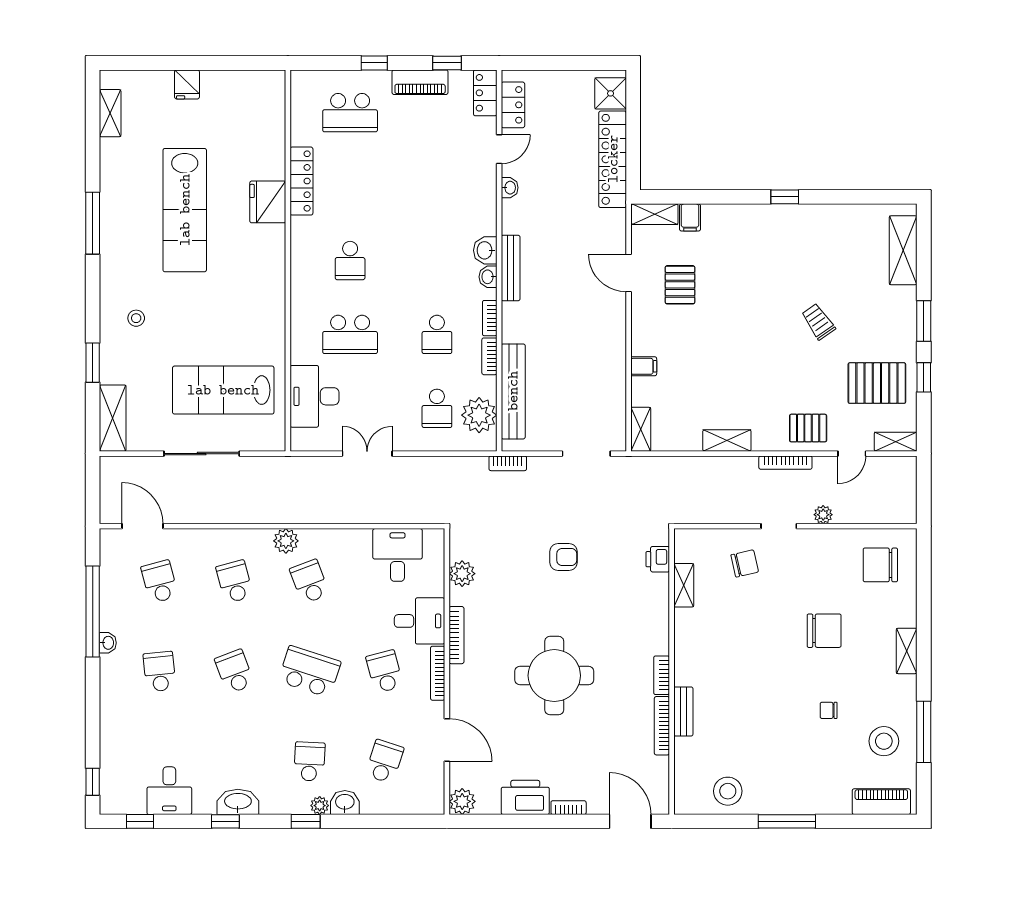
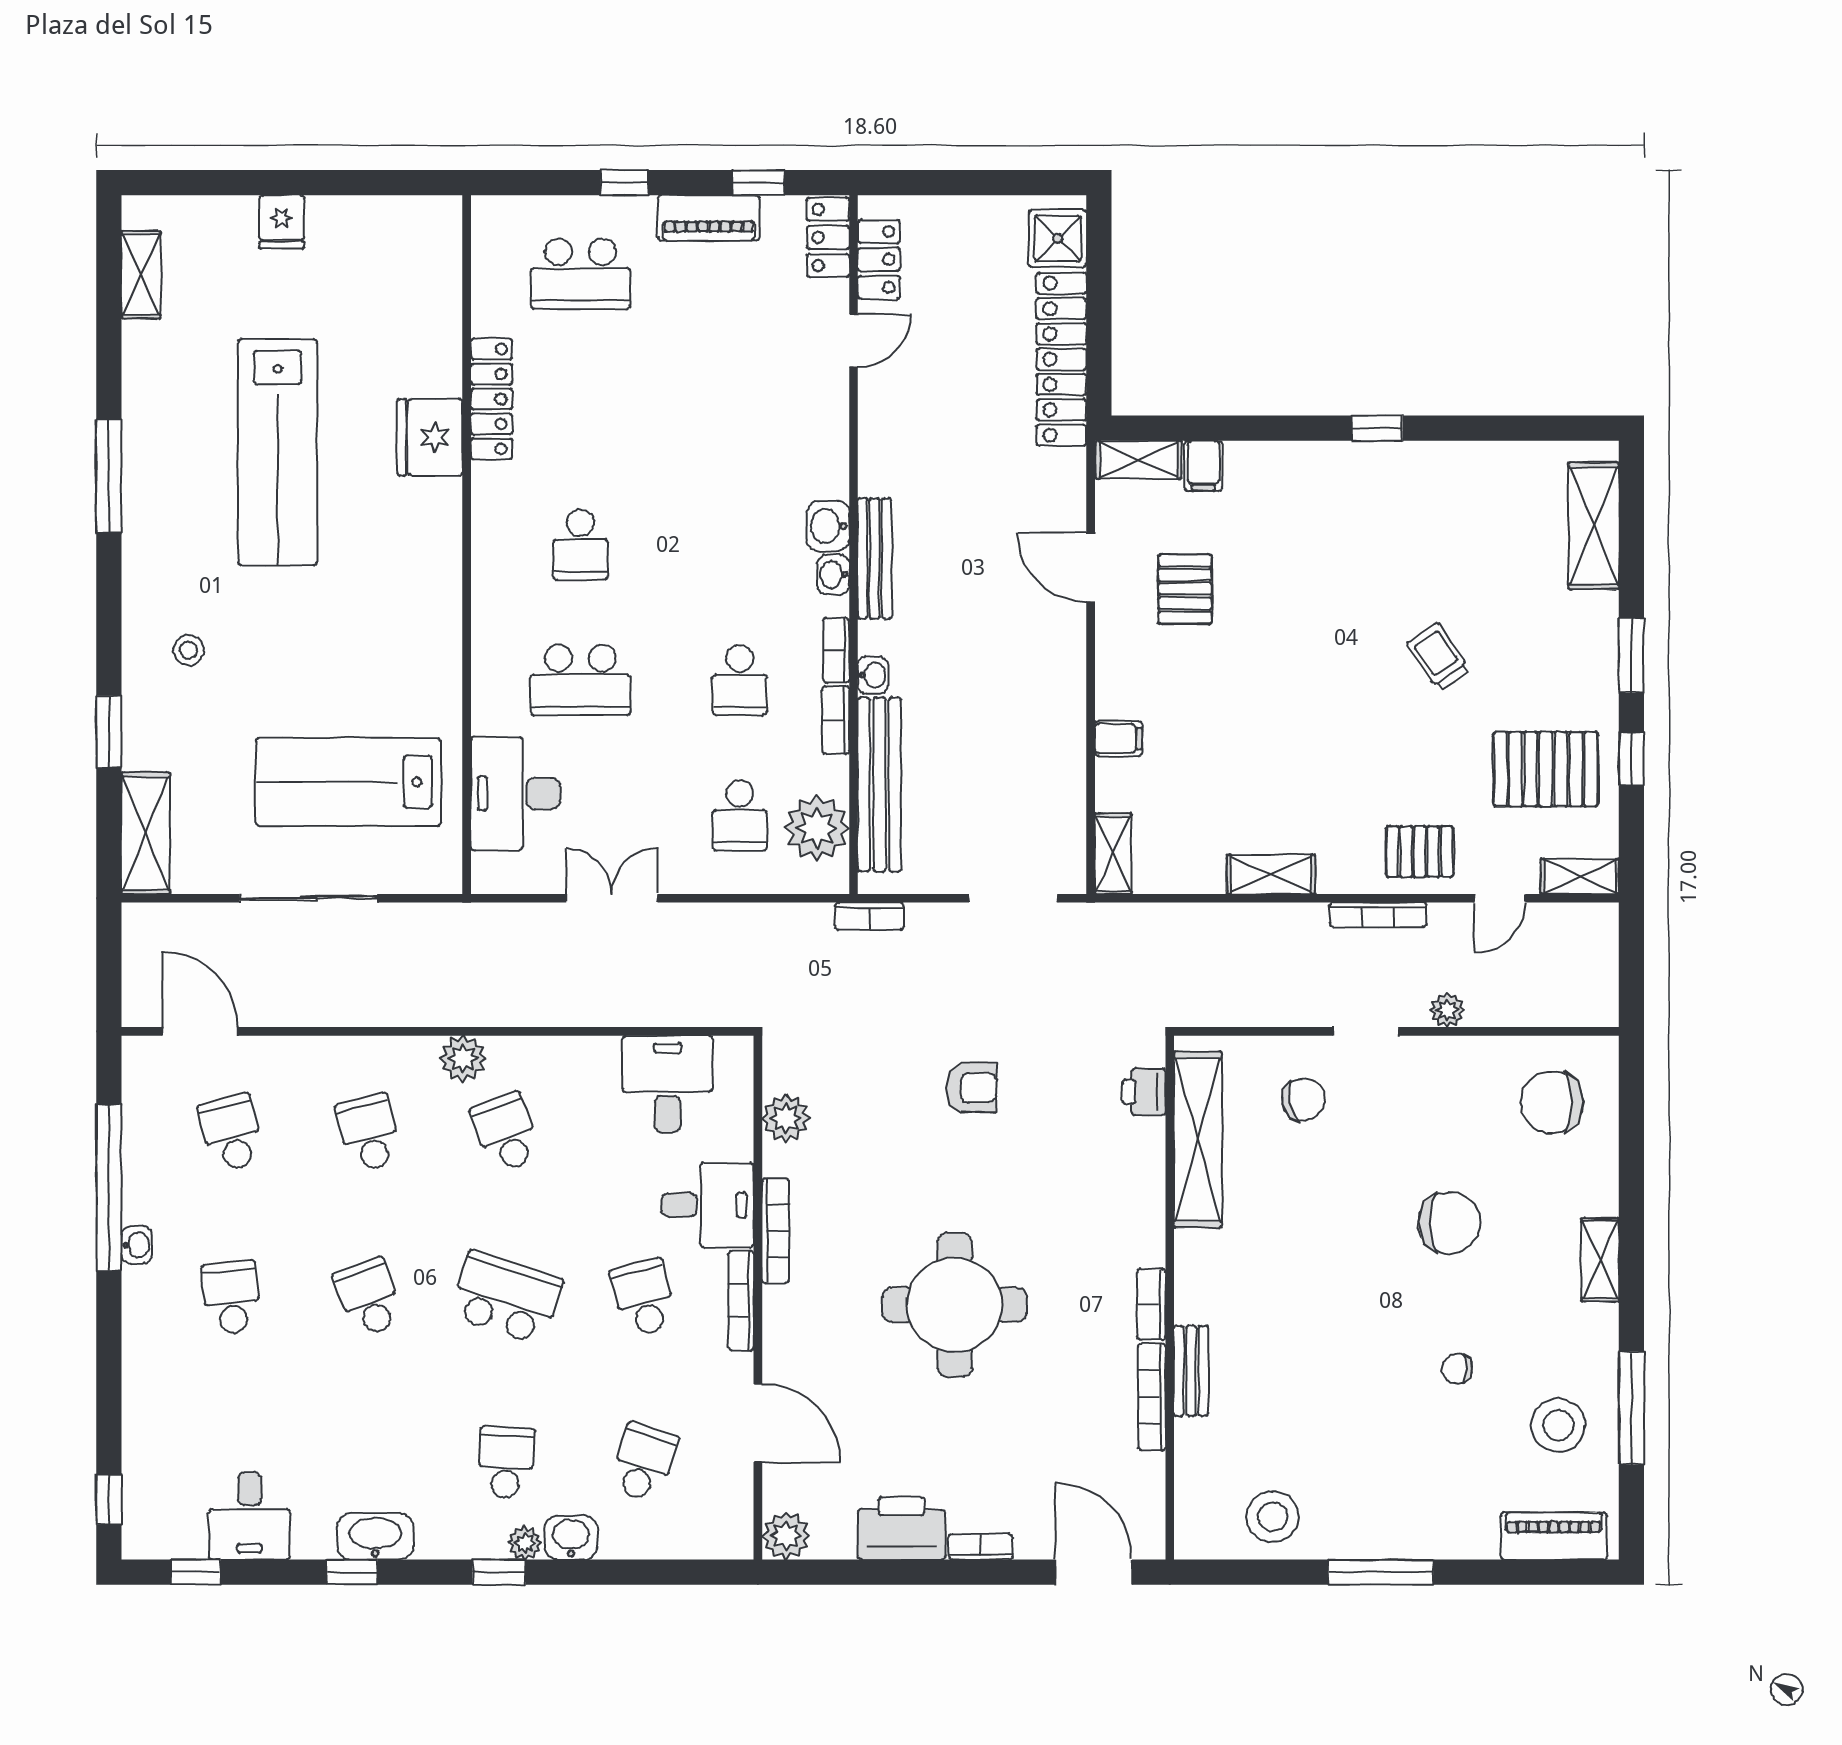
washbasin: (510, 188) -> (873, 675), moved
shelving: (684, 585) -> (1198, 1140), width x2.20, depth x1.33

